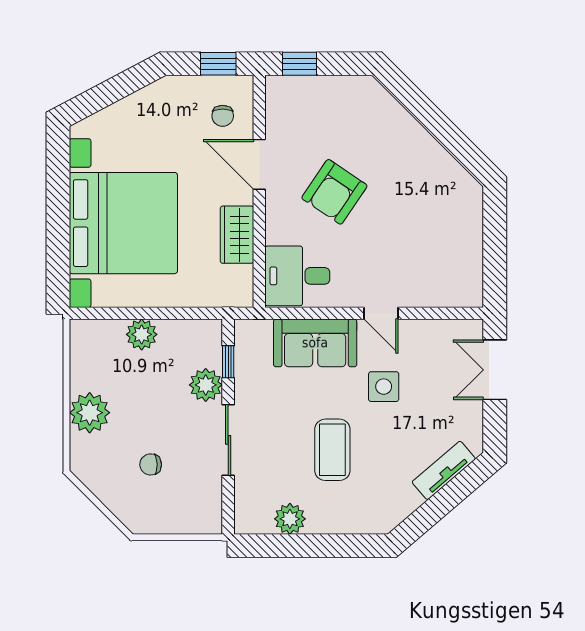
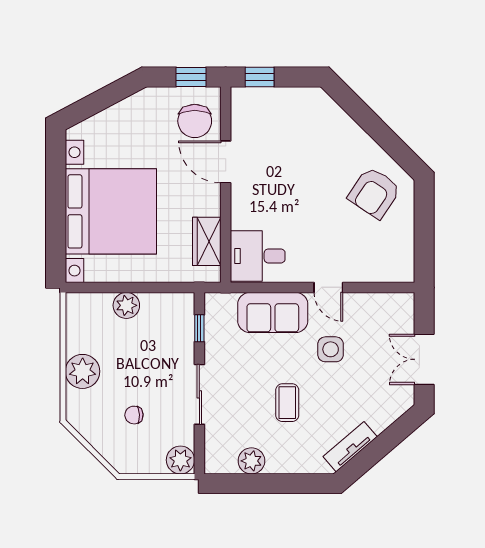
chair: (223, 116) -> (195, 121), width x1.87, depth x1.87
armchair: (334, 192) -> (374, 193), moved
wardrobe: (237, 235) -> (207, 241), moved
double door: (495, 370) -> (424, 359), moved
plant: (206, 385) -> (180, 460), moved
coffee table: (332, 450) -> (287, 403), width x0.73, depth x0.77
tv unit: (444, 470) -> (350, 447), moved

